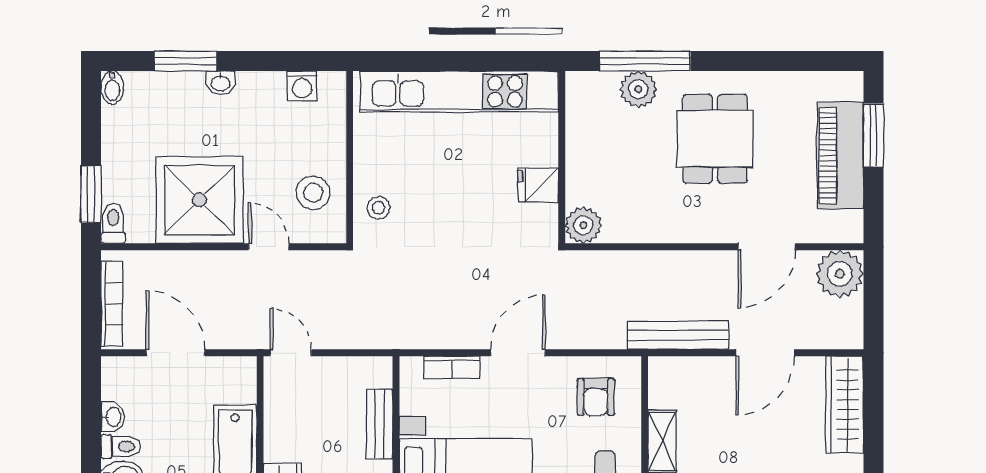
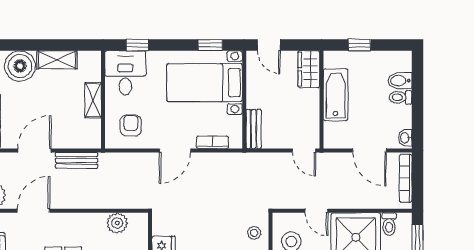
toilet: (113, 223) -> (389, 224), moved
plant: (583, 225) -> (117, 223), moved
bench: (678, 335) -> (76, 160), width x0.73
washbasin: (113, 417) -> (405, 138), moved
bench: (379, 424) -> (254, 129), moved

